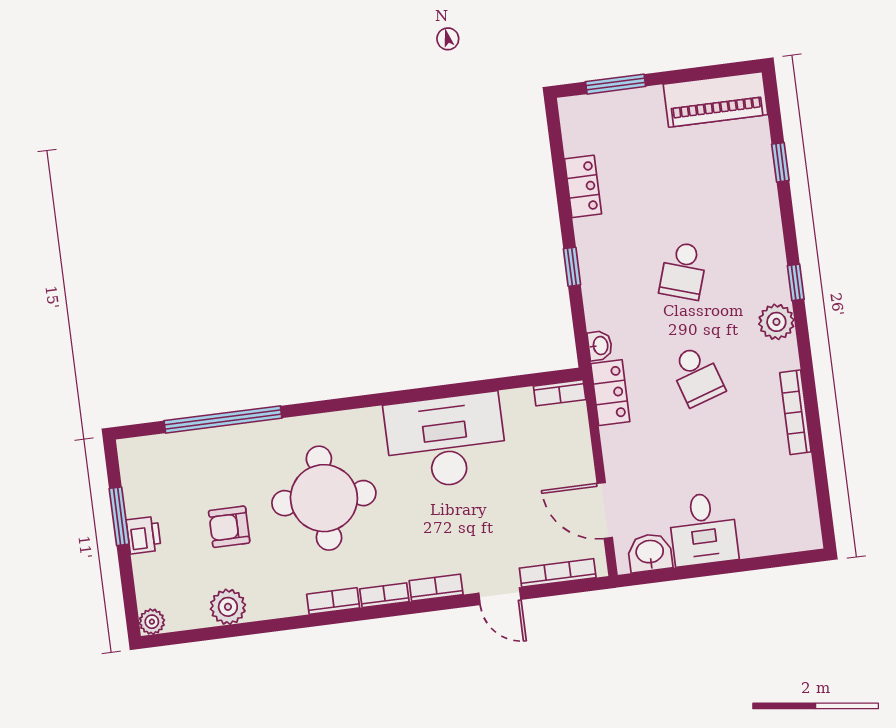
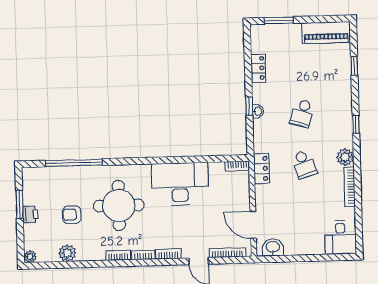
plant: (776, 322) -> (345, 157), moved
washbasin: (600, 346) -> (258, 111), moved
desk: (703, 529) -> (340, 237), moved

